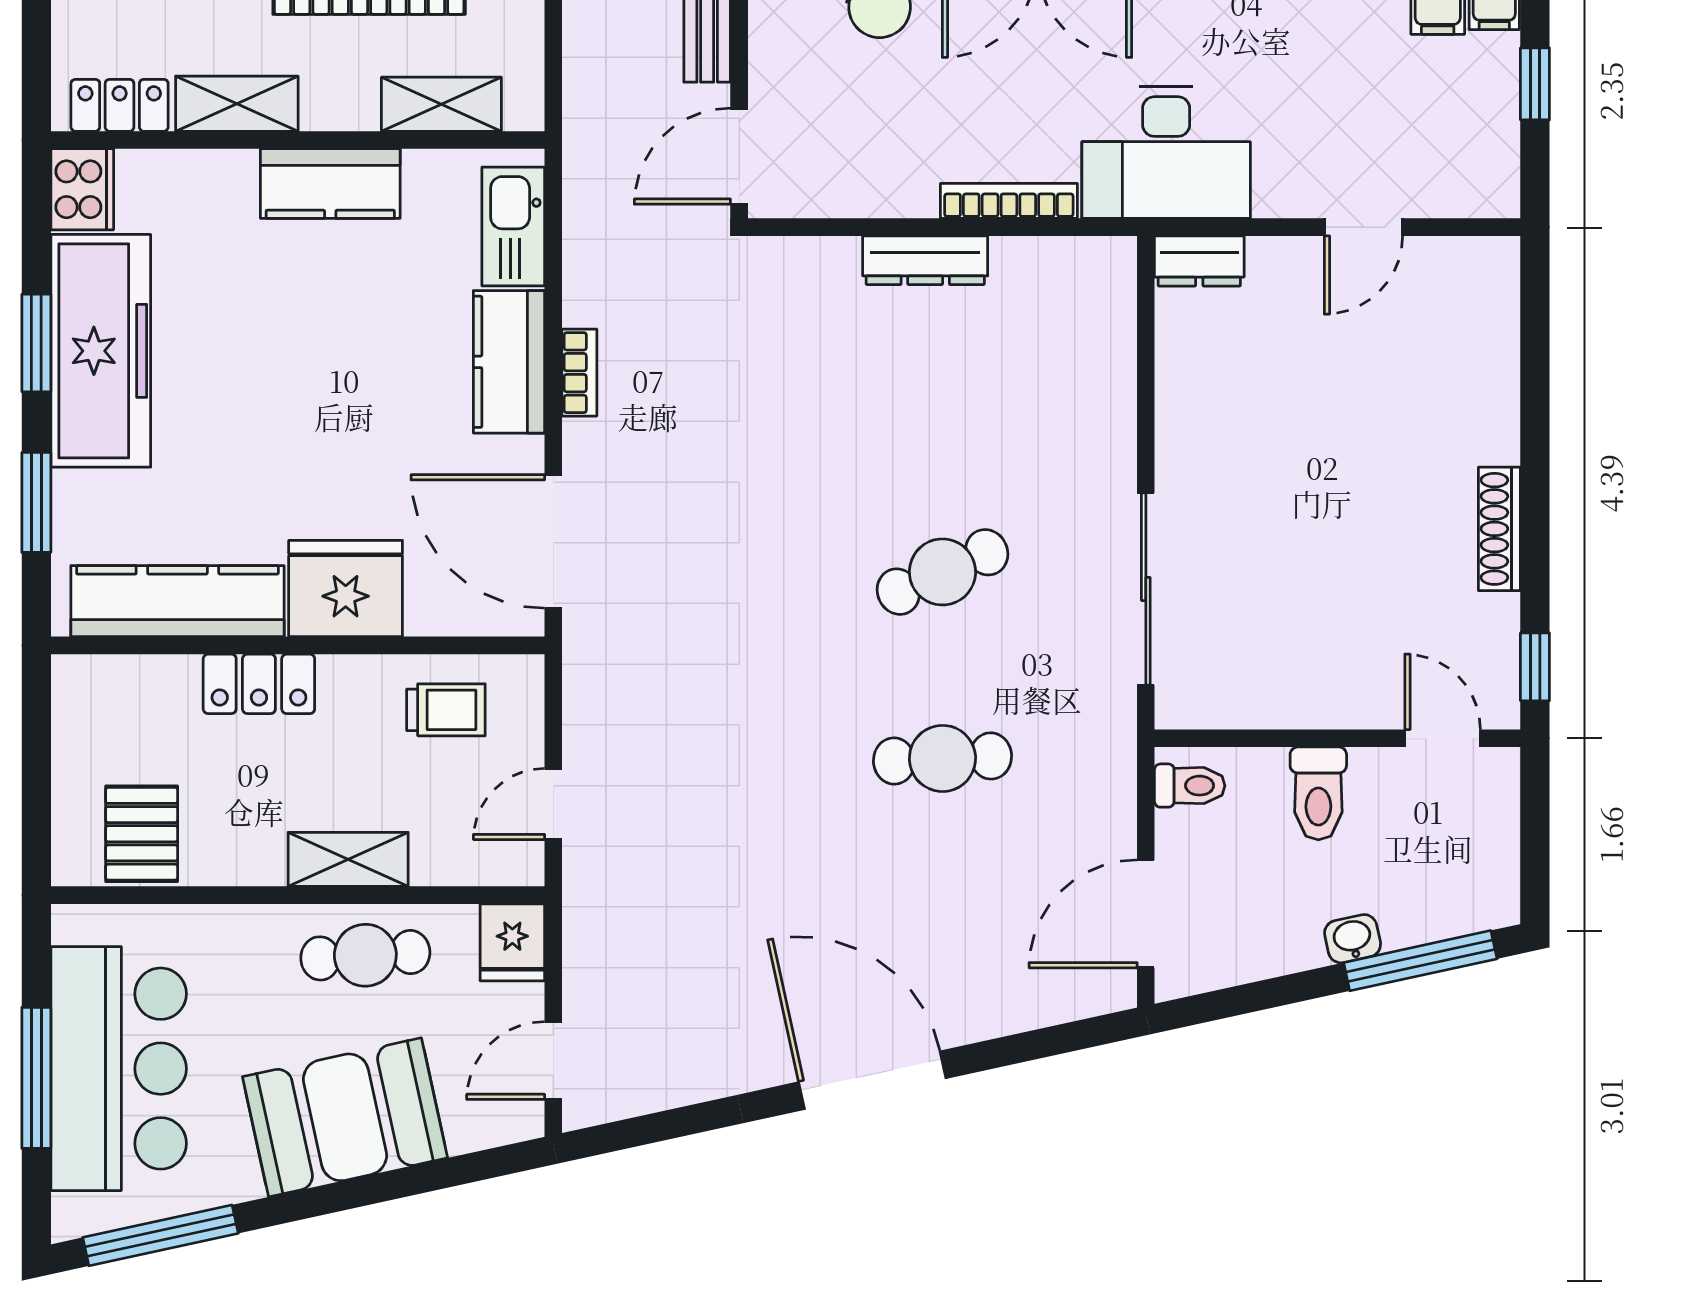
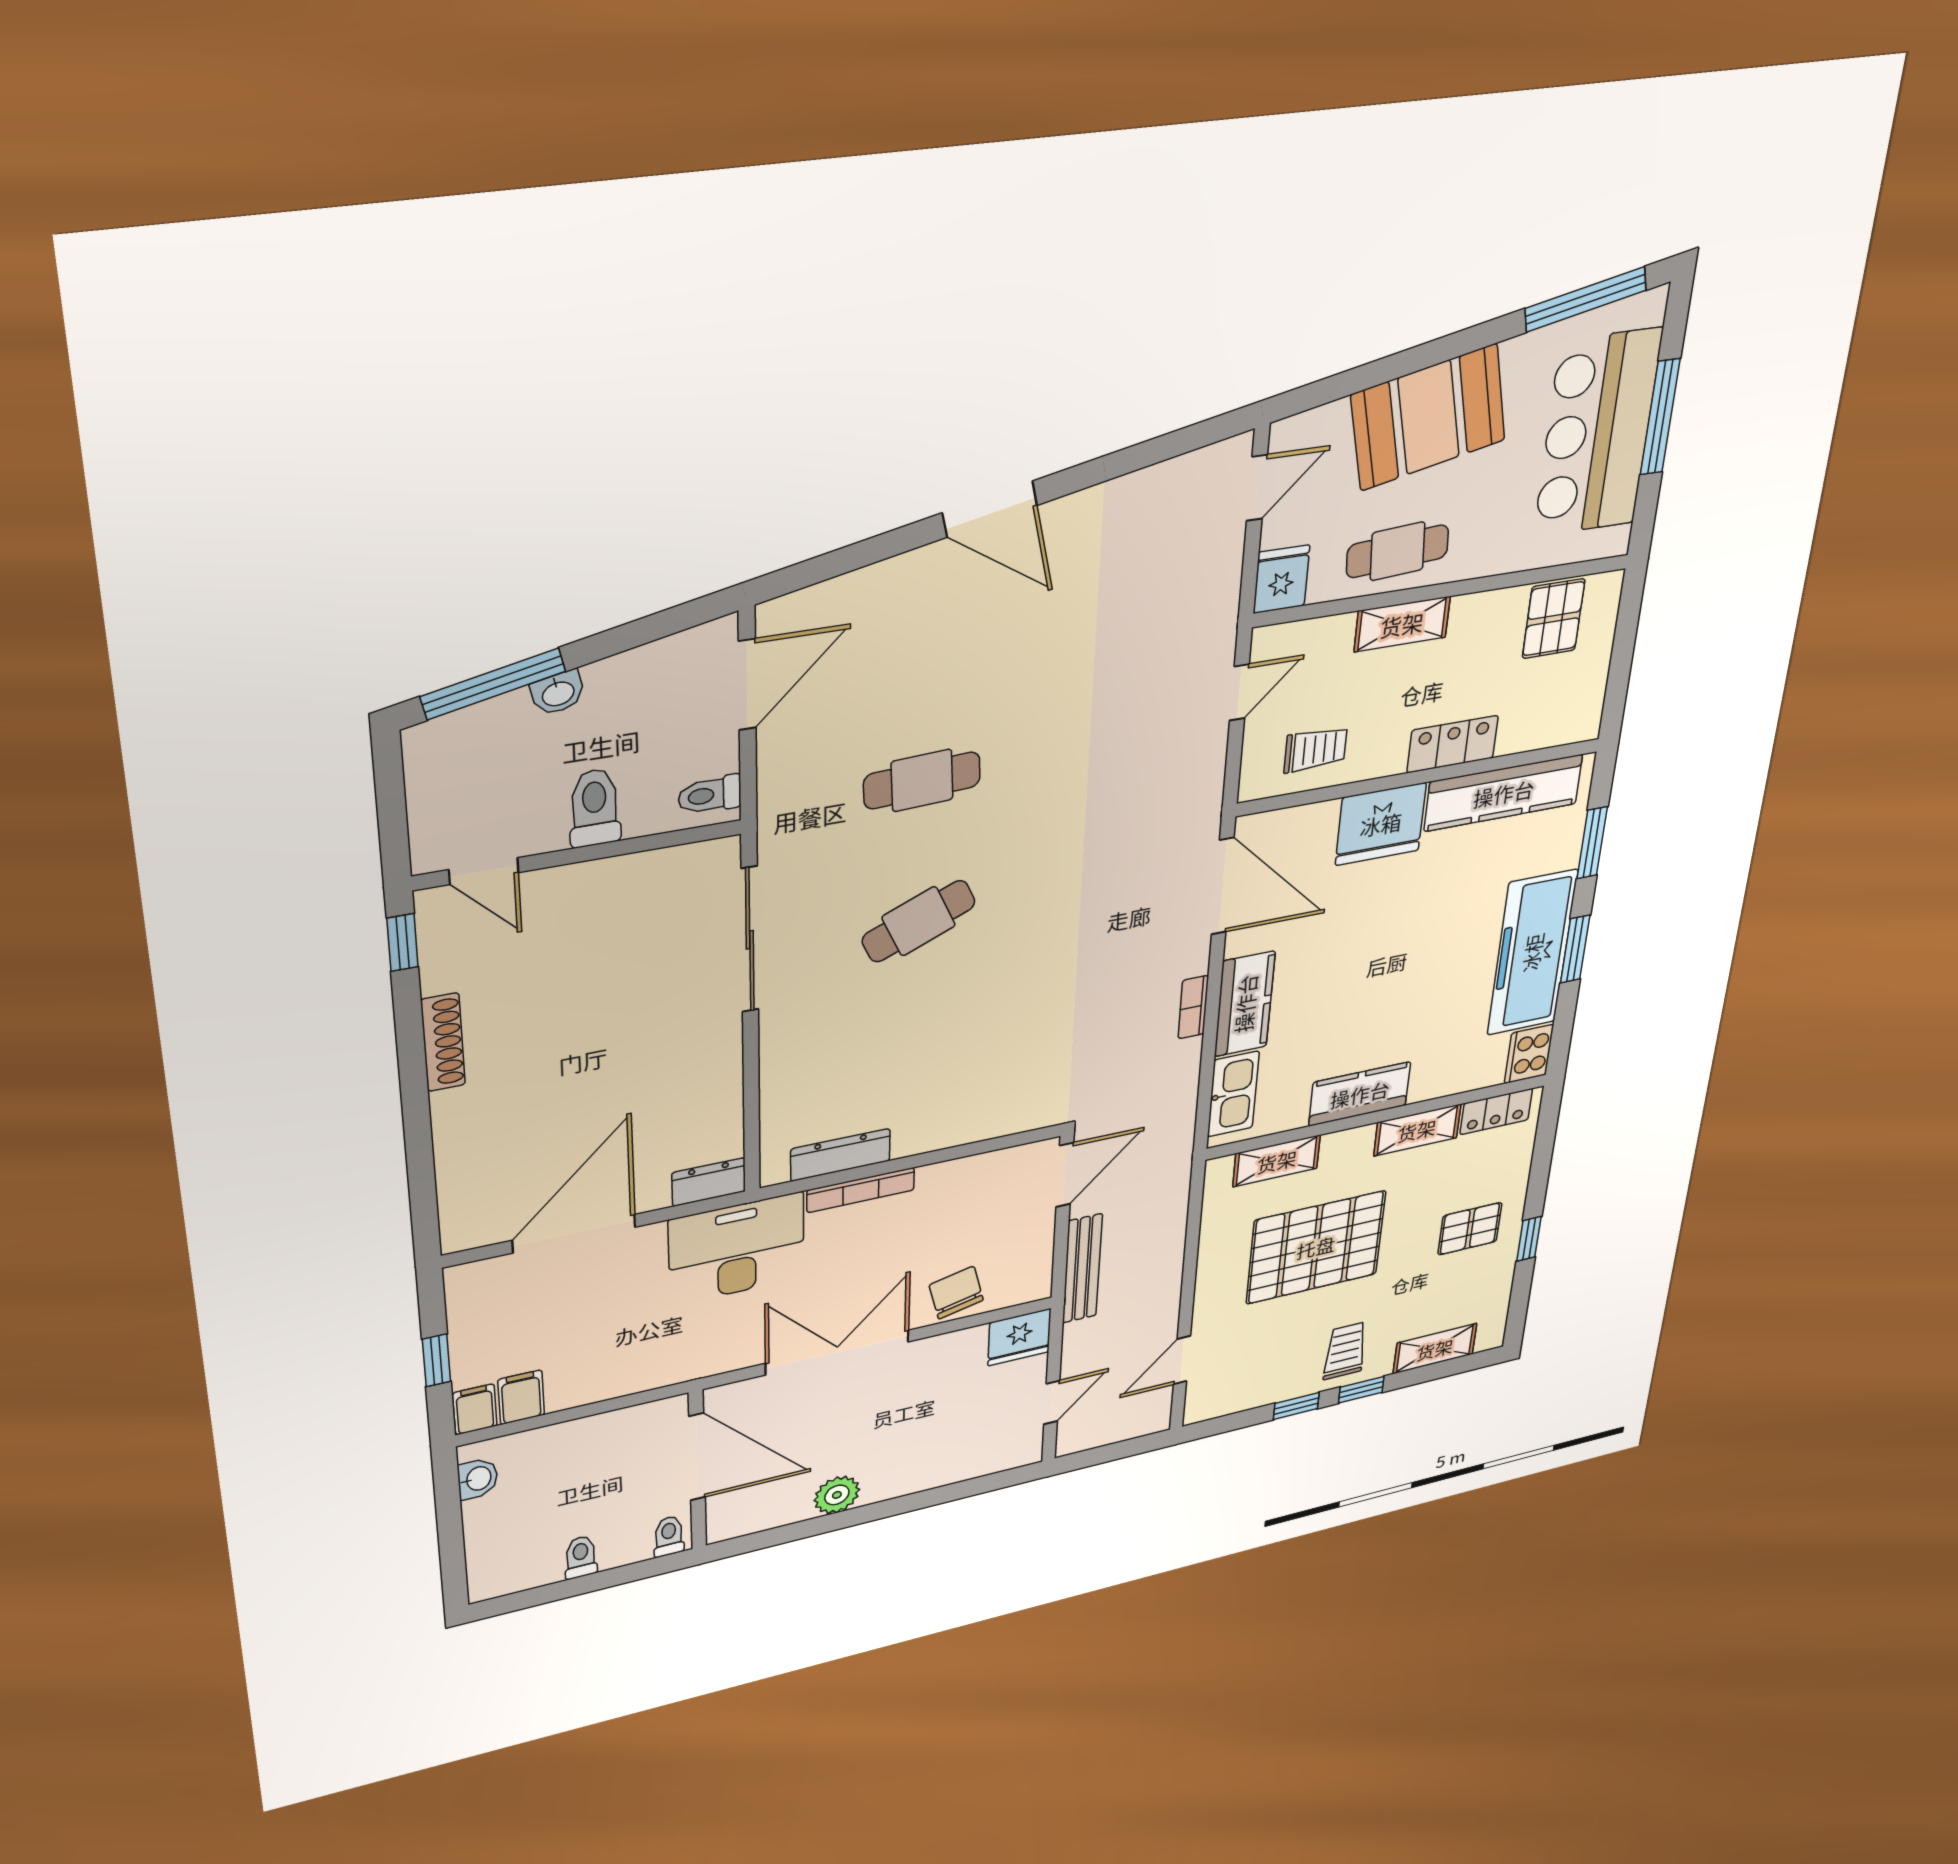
door: (1363, 227) -> (574, 1234), width x1.88
dresser: (925, 260) -> (840, 1155), moved
trolley: (446, 710) -> (1315, 749), turned 180
door: (872, 1080) -> (990, 509), width x0.73

